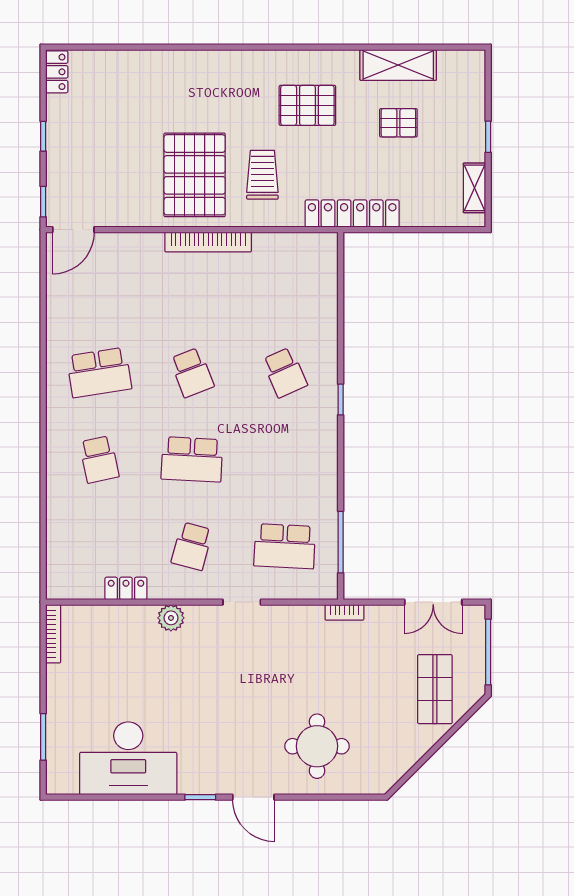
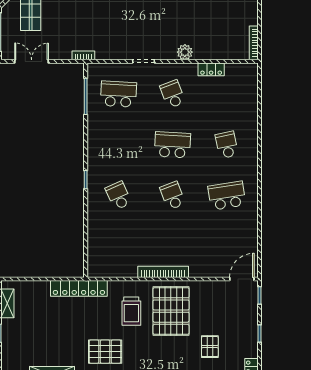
pallet: (398, 123) -> (210, 347), moved, turned 90
school desk: (192, 546) -> (173, 94), turned -36

